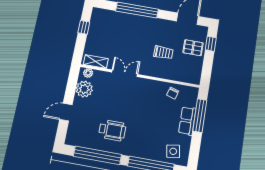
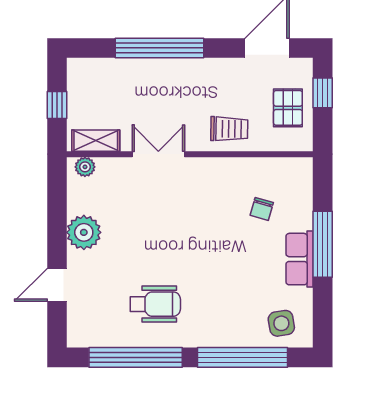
pallet: (193, 48) -> (288, 108), turned 90
shelving: (96, 61) -> (96, 141), moved
plant: (88, 73) -> (85, 167), moved
double door: (125, 73) -> (158, 154), moved
wall: (140, 76) -> (190, 154), moved

